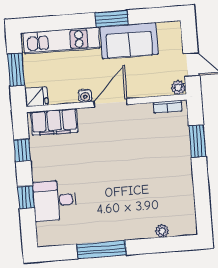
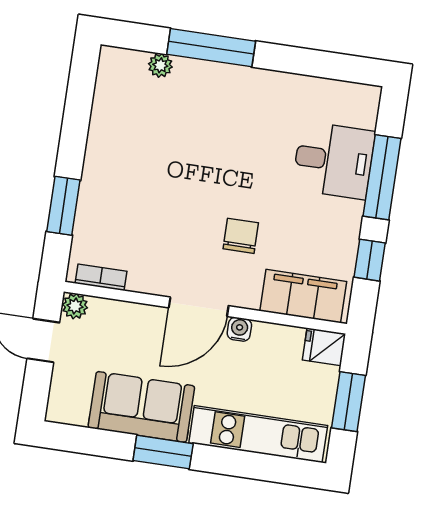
chair: (96, 147) -> (241, 236), added
window: (26, 197) -> (382, 177), width x2.17
window: (101, 250) -> (211, 48), moved

